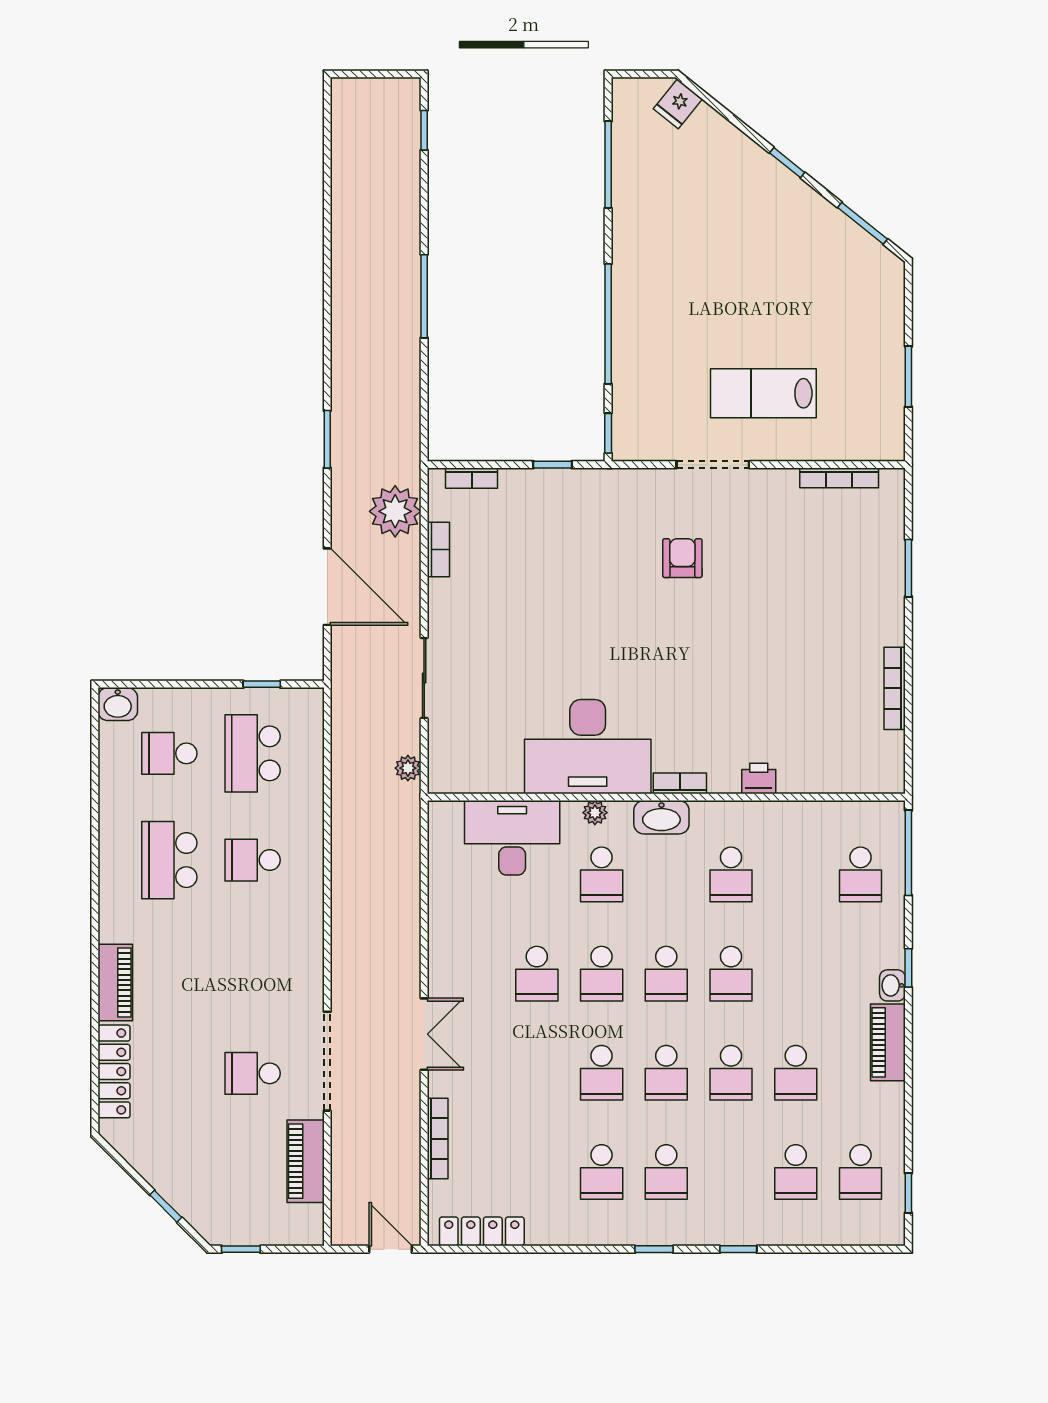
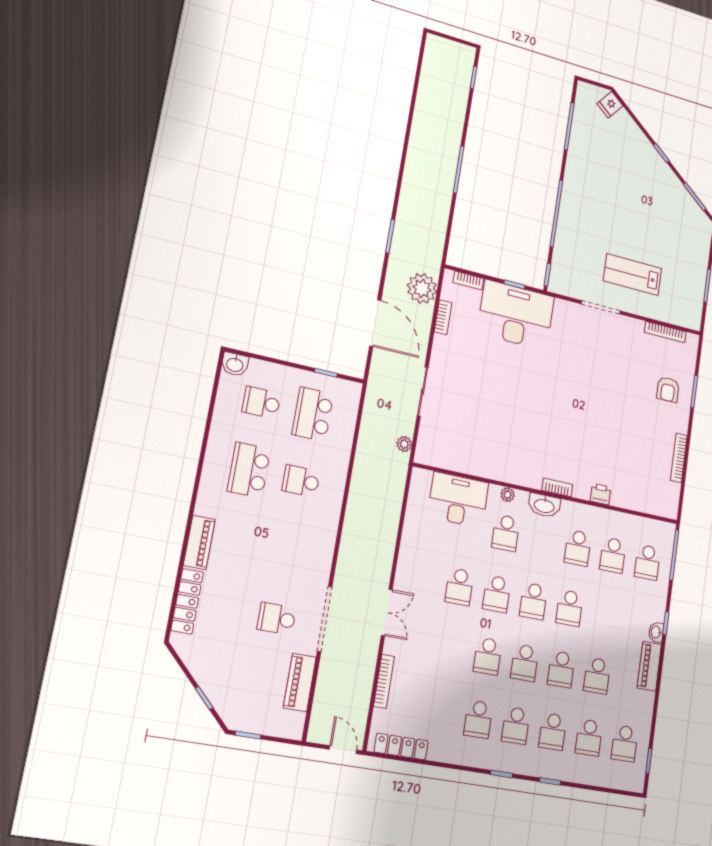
armchair: (682, 558) -> (668, 390), moved, turned 180
desk: (588, 747) -> (516, 315), moved, turned 180
school desk: (796, 874) -> (613, 555), added
school desk: (731, 1172) -> (553, 732), added

